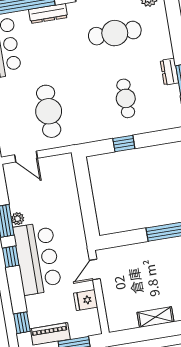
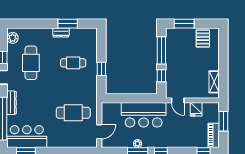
window: (129, 238) -> (161, 76), added
bar counter: (37, 258) -> (144, 115), moved, turned 180
shelving: (156, 317) -> (214, 82), moved

